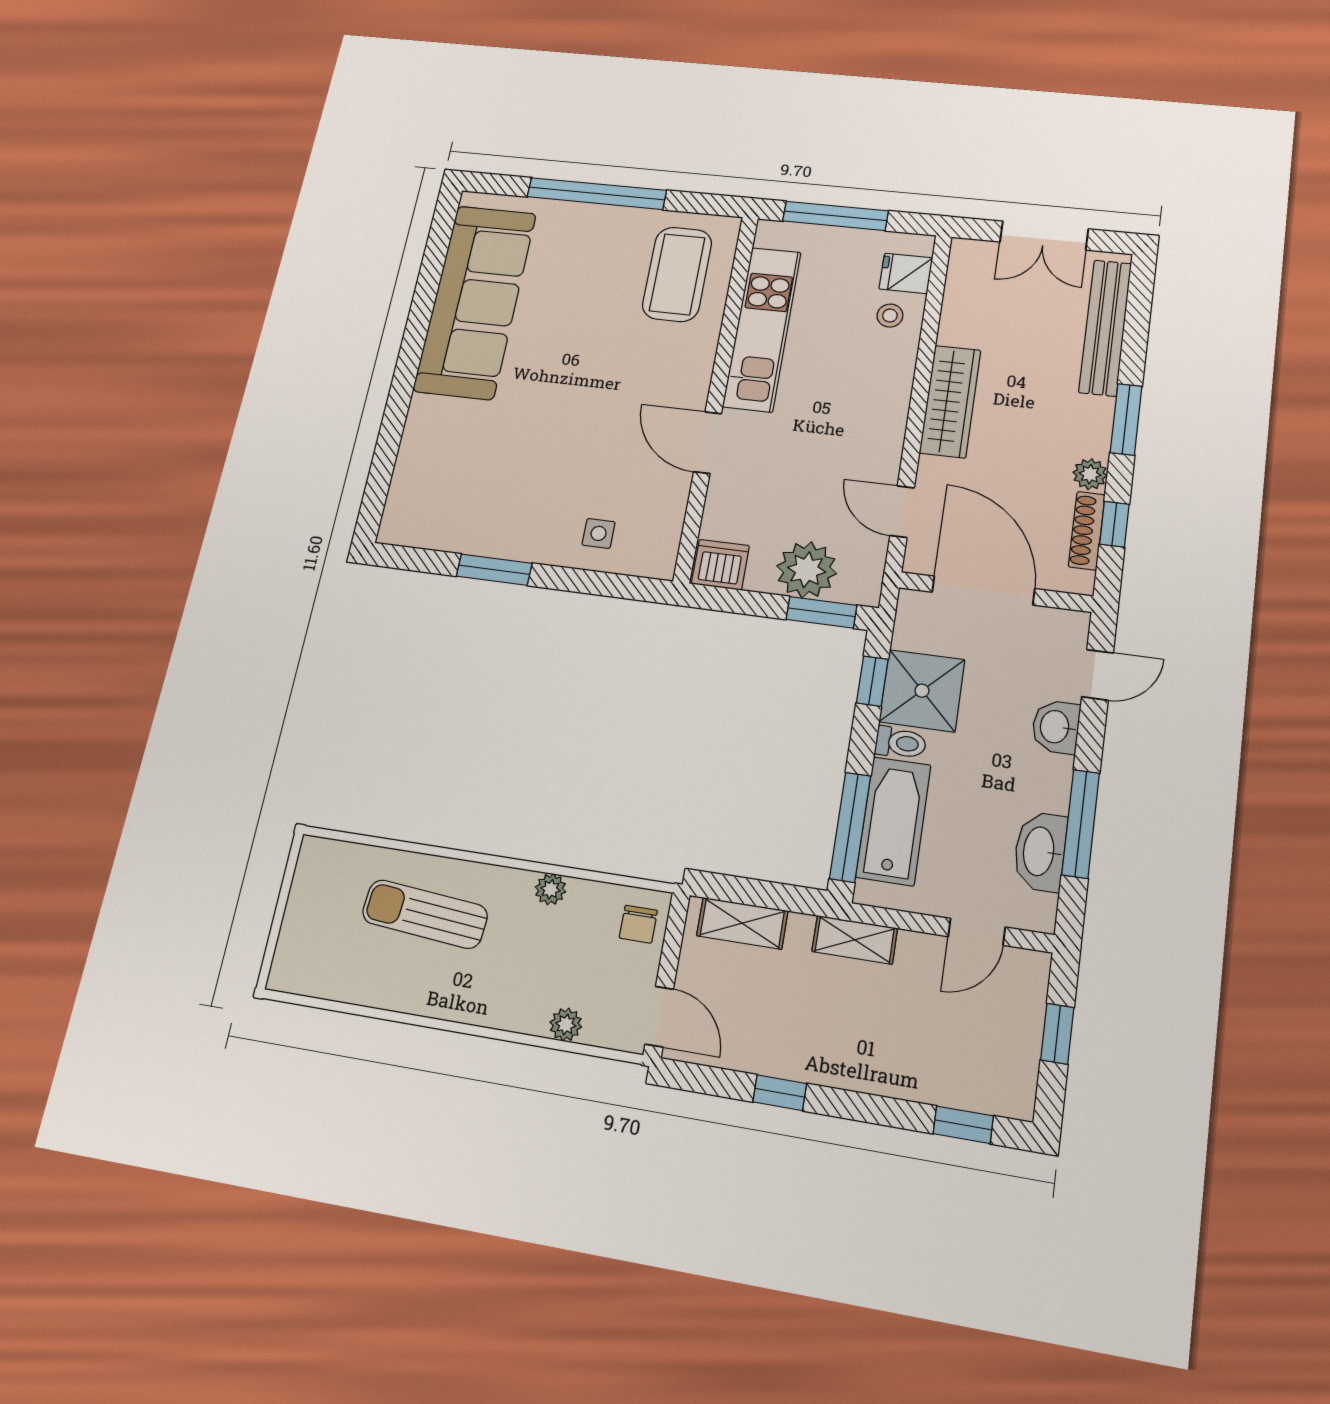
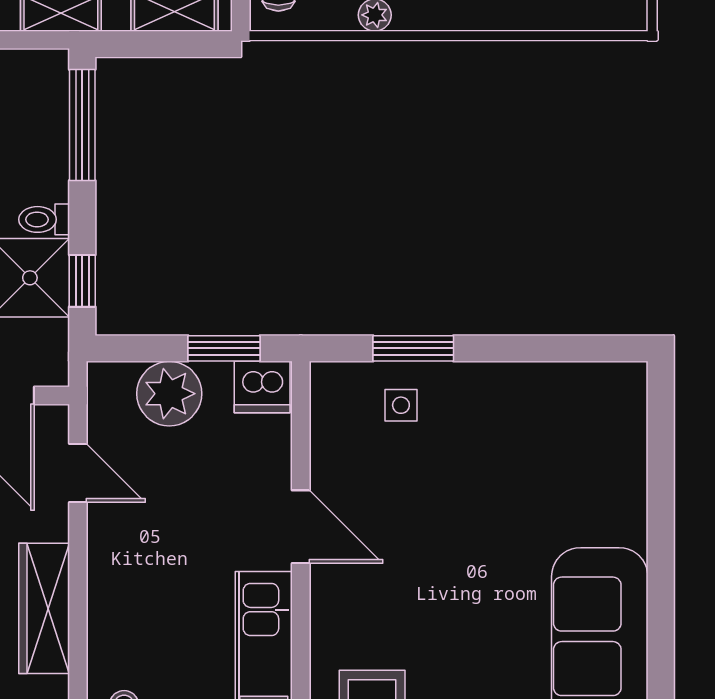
window: (494, 570) -> (413, 348), moved
window: (821, 612) -> (224, 348), moved
bathtub: (894, 821) -> (40, 138), removed

